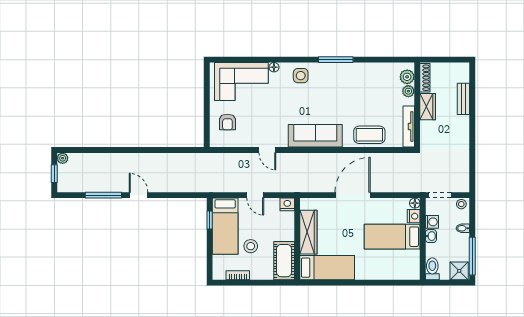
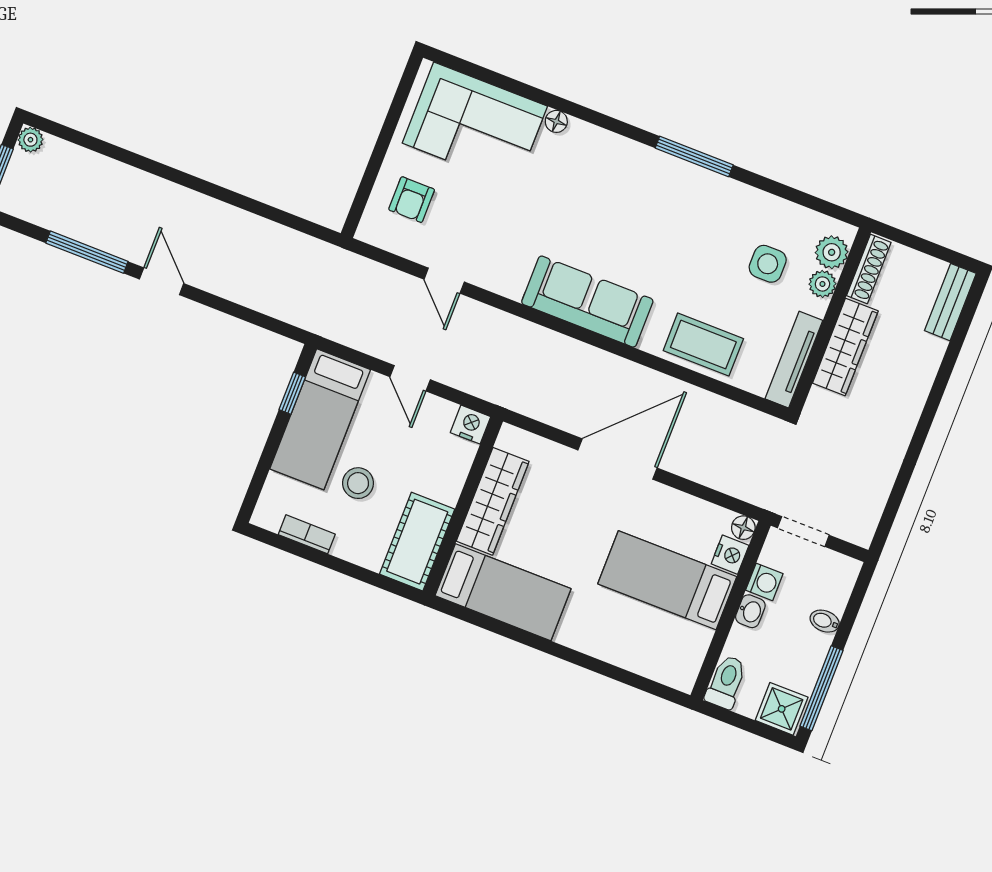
side table: (301, 76) -> (768, 264), moved
bench: (463, 99) -> (950, 302), moved
wardrobe: (428, 107) -> (845, 347), width x1.50
door: (267, 150) -> (444, 281), moved
stool: (461, 204) -> (842, 568), removed

